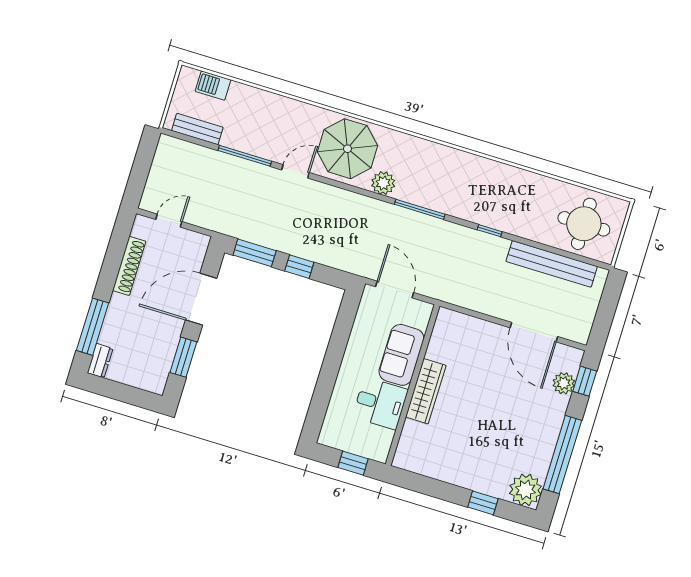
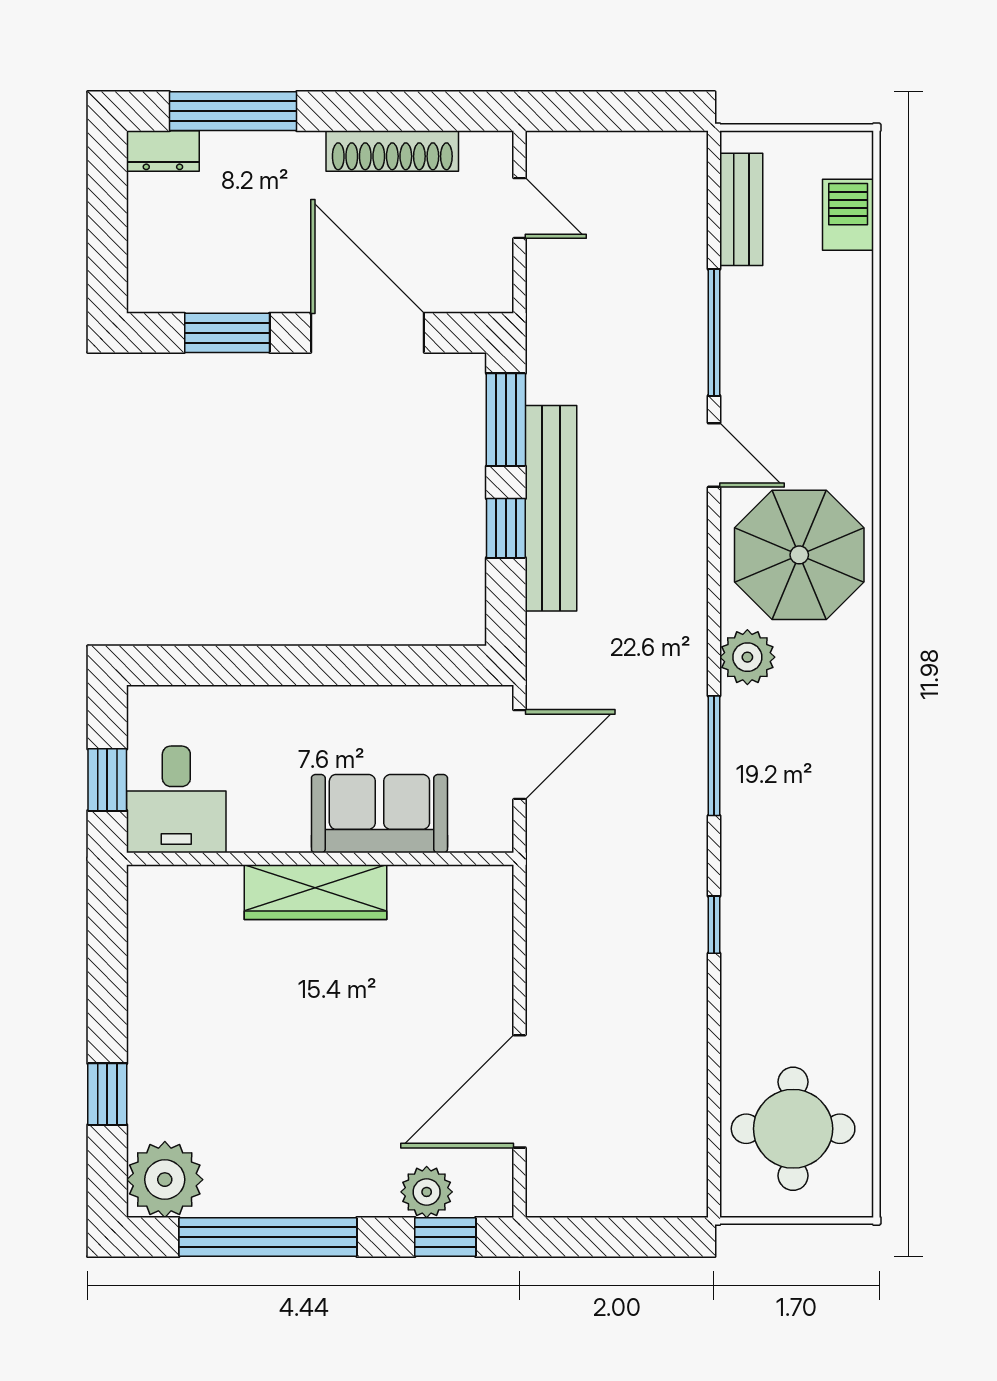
bench: (552, 264) -> (551, 508), moved
desk: (380, 403) -> (176, 799), moved

